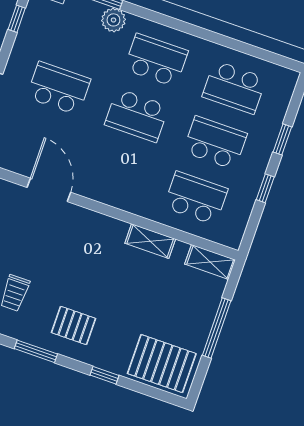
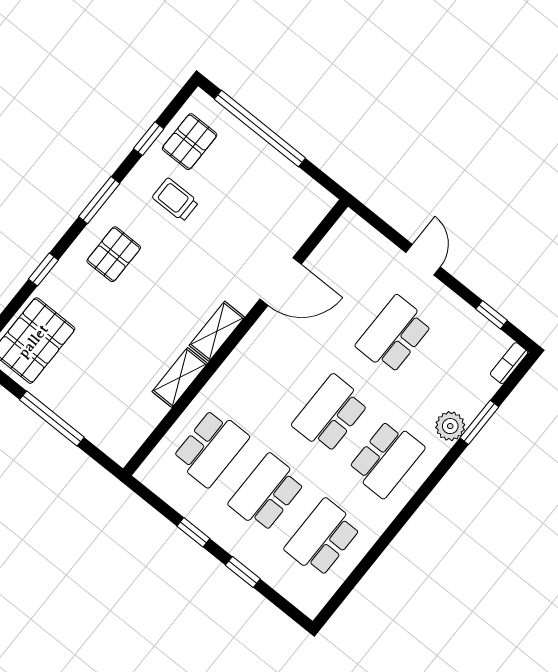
school desk: (59, 88) -> (394, 335), turned 180
school desk: (215, 143) -> (267, 493), turned 180
shelving: (210, 262) -> (217, 331), moved

